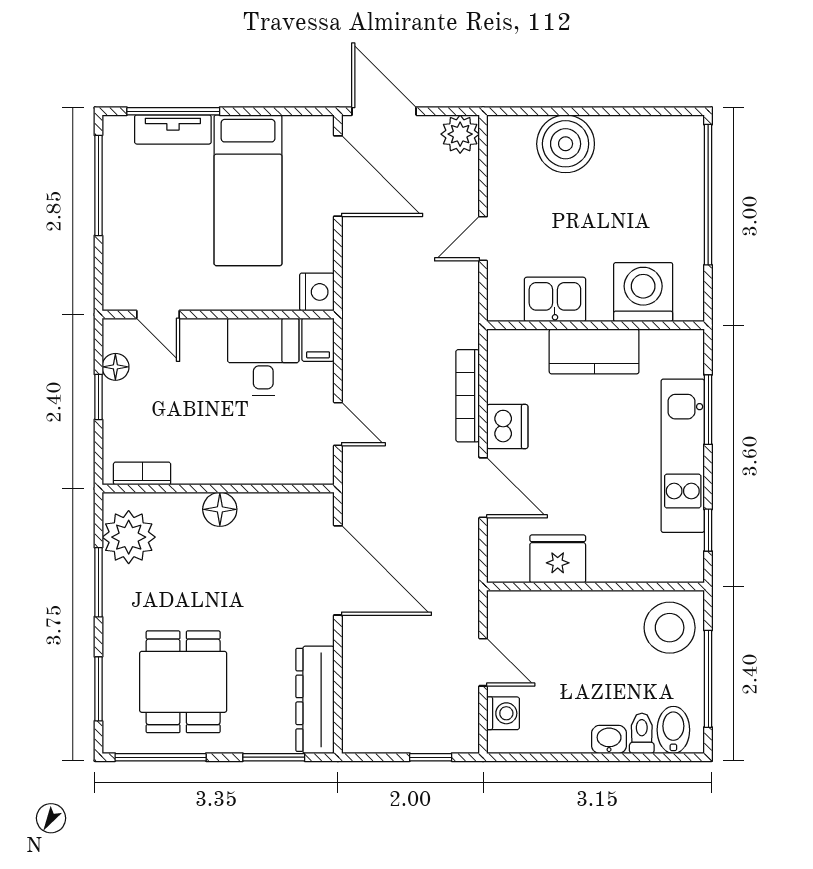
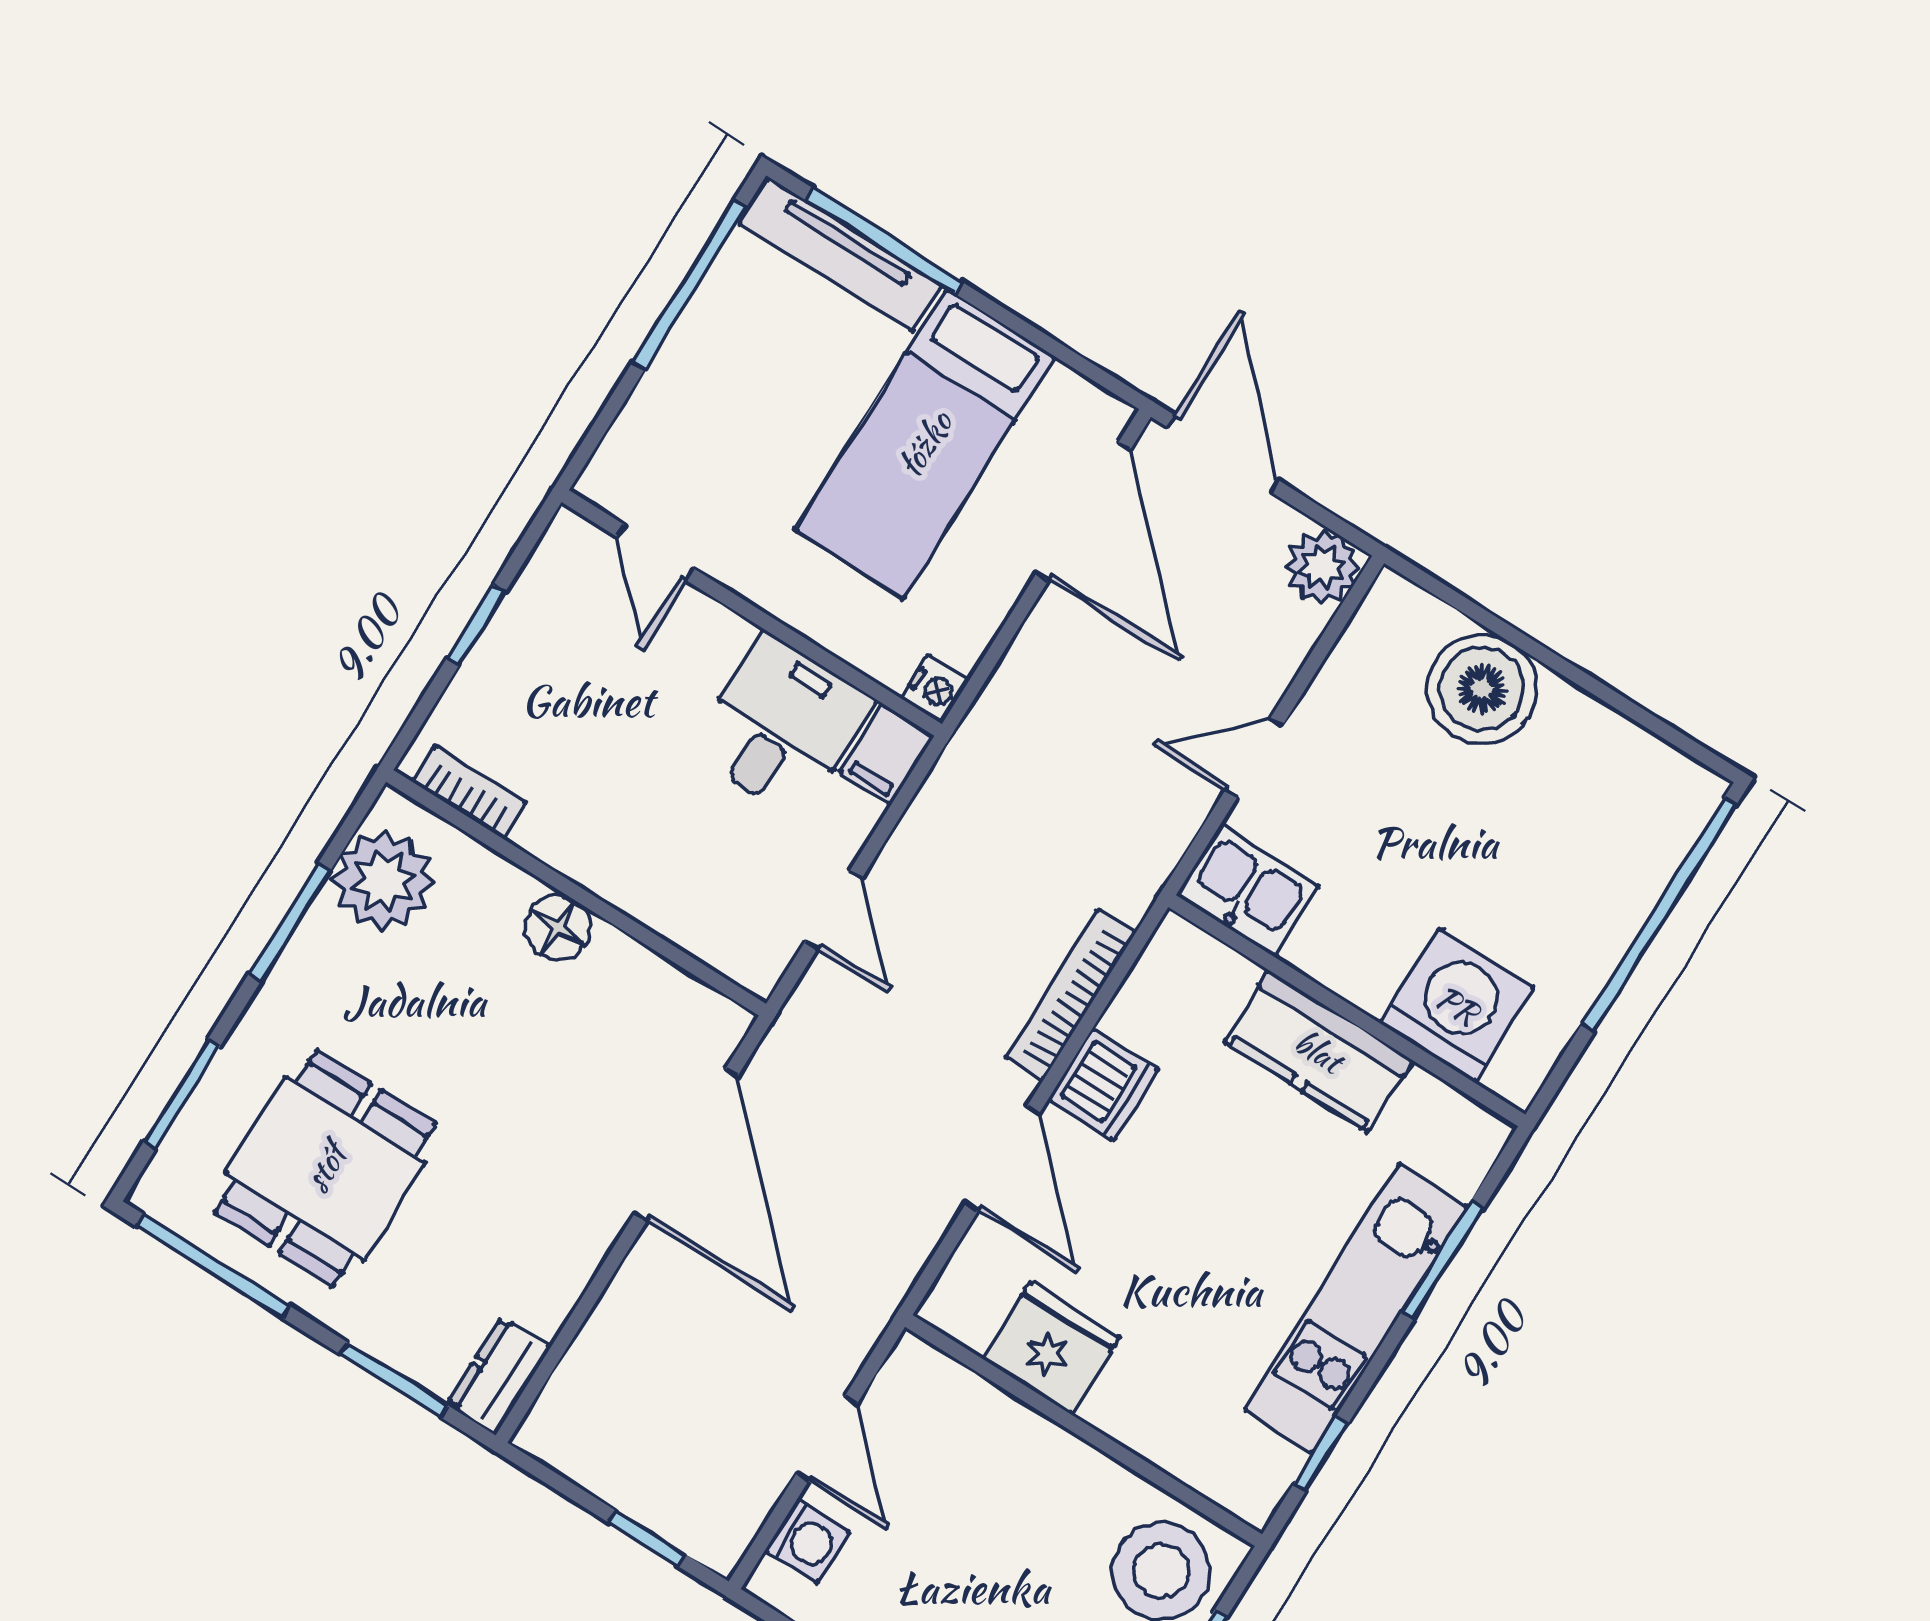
tv unit: (173, 129) -> (840, 254), width x1.41
nightstand: (317, 292) -> (935, 689), width x0.72, depth x0.74
kitchen sink: (555, 299) -> (1247, 890), moved
floor lamp: (115, 367) -> (534, 594), removed
dresser: (315, 700) -> (499, 1376), width x0.51, depth x0.80

